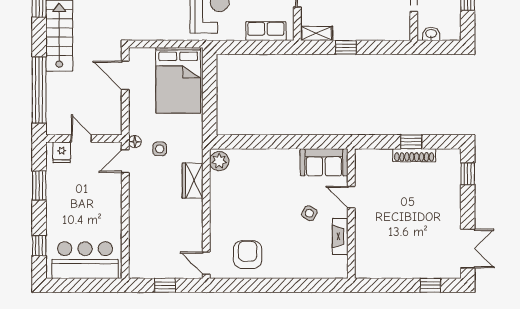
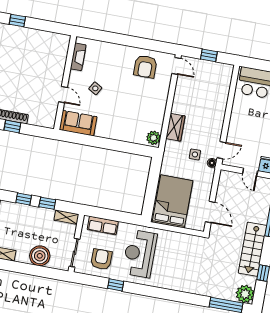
window: (379, 47) -> (24, 199), added
fireplace: (340, 236) -> (78, 57), moved

